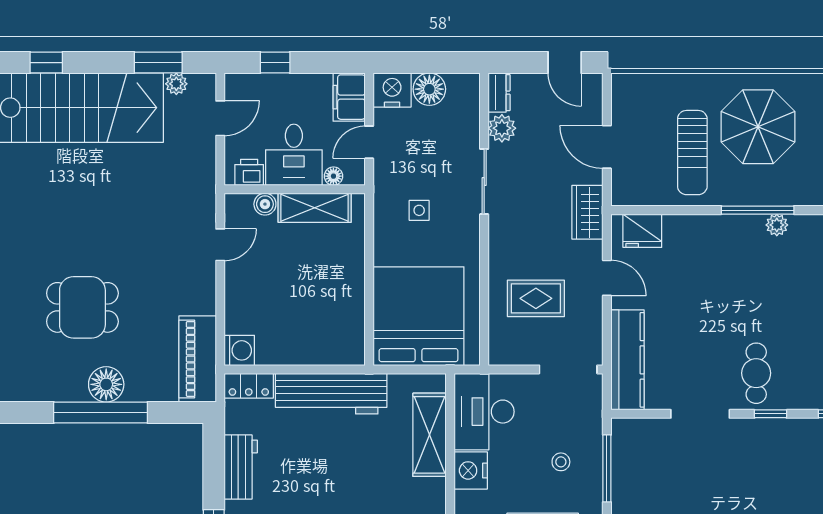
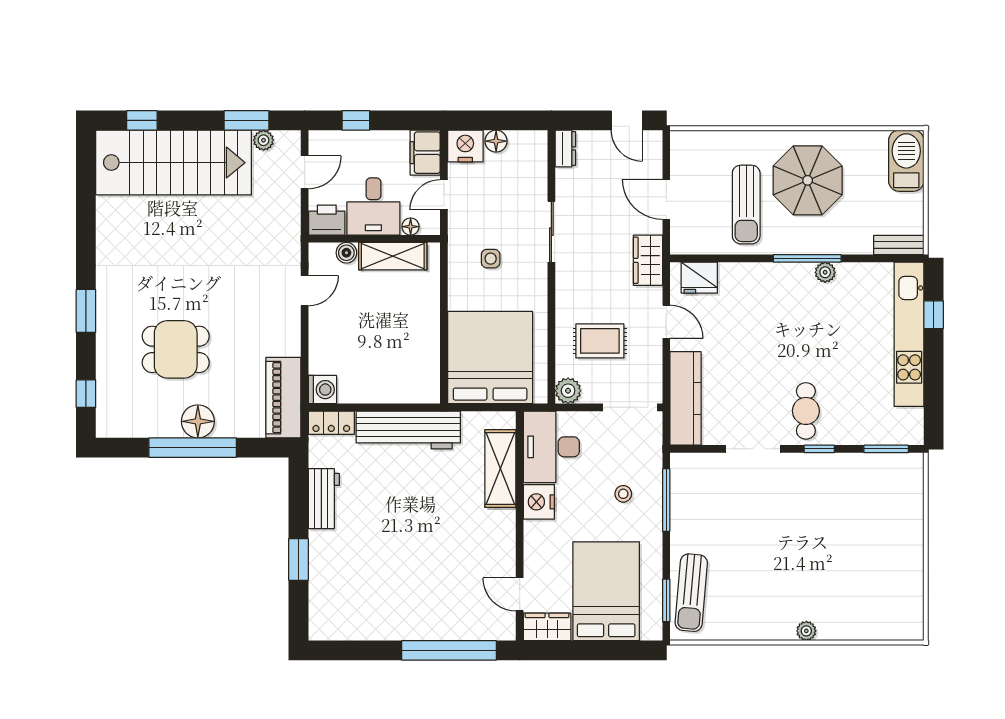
floor lamp: (429, 89) -> (496, 141), width x0.73, depth x0.73
plant: (502, 128) -> (568, 391), moved
printer: (249, 172) -> (327, 220), width x1.36, depth x1.24

